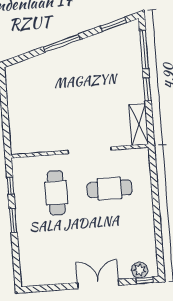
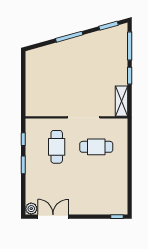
plant: (140, 270) -> (31, 209), moved
double door: (98, 284) -> (53, 217), moved

